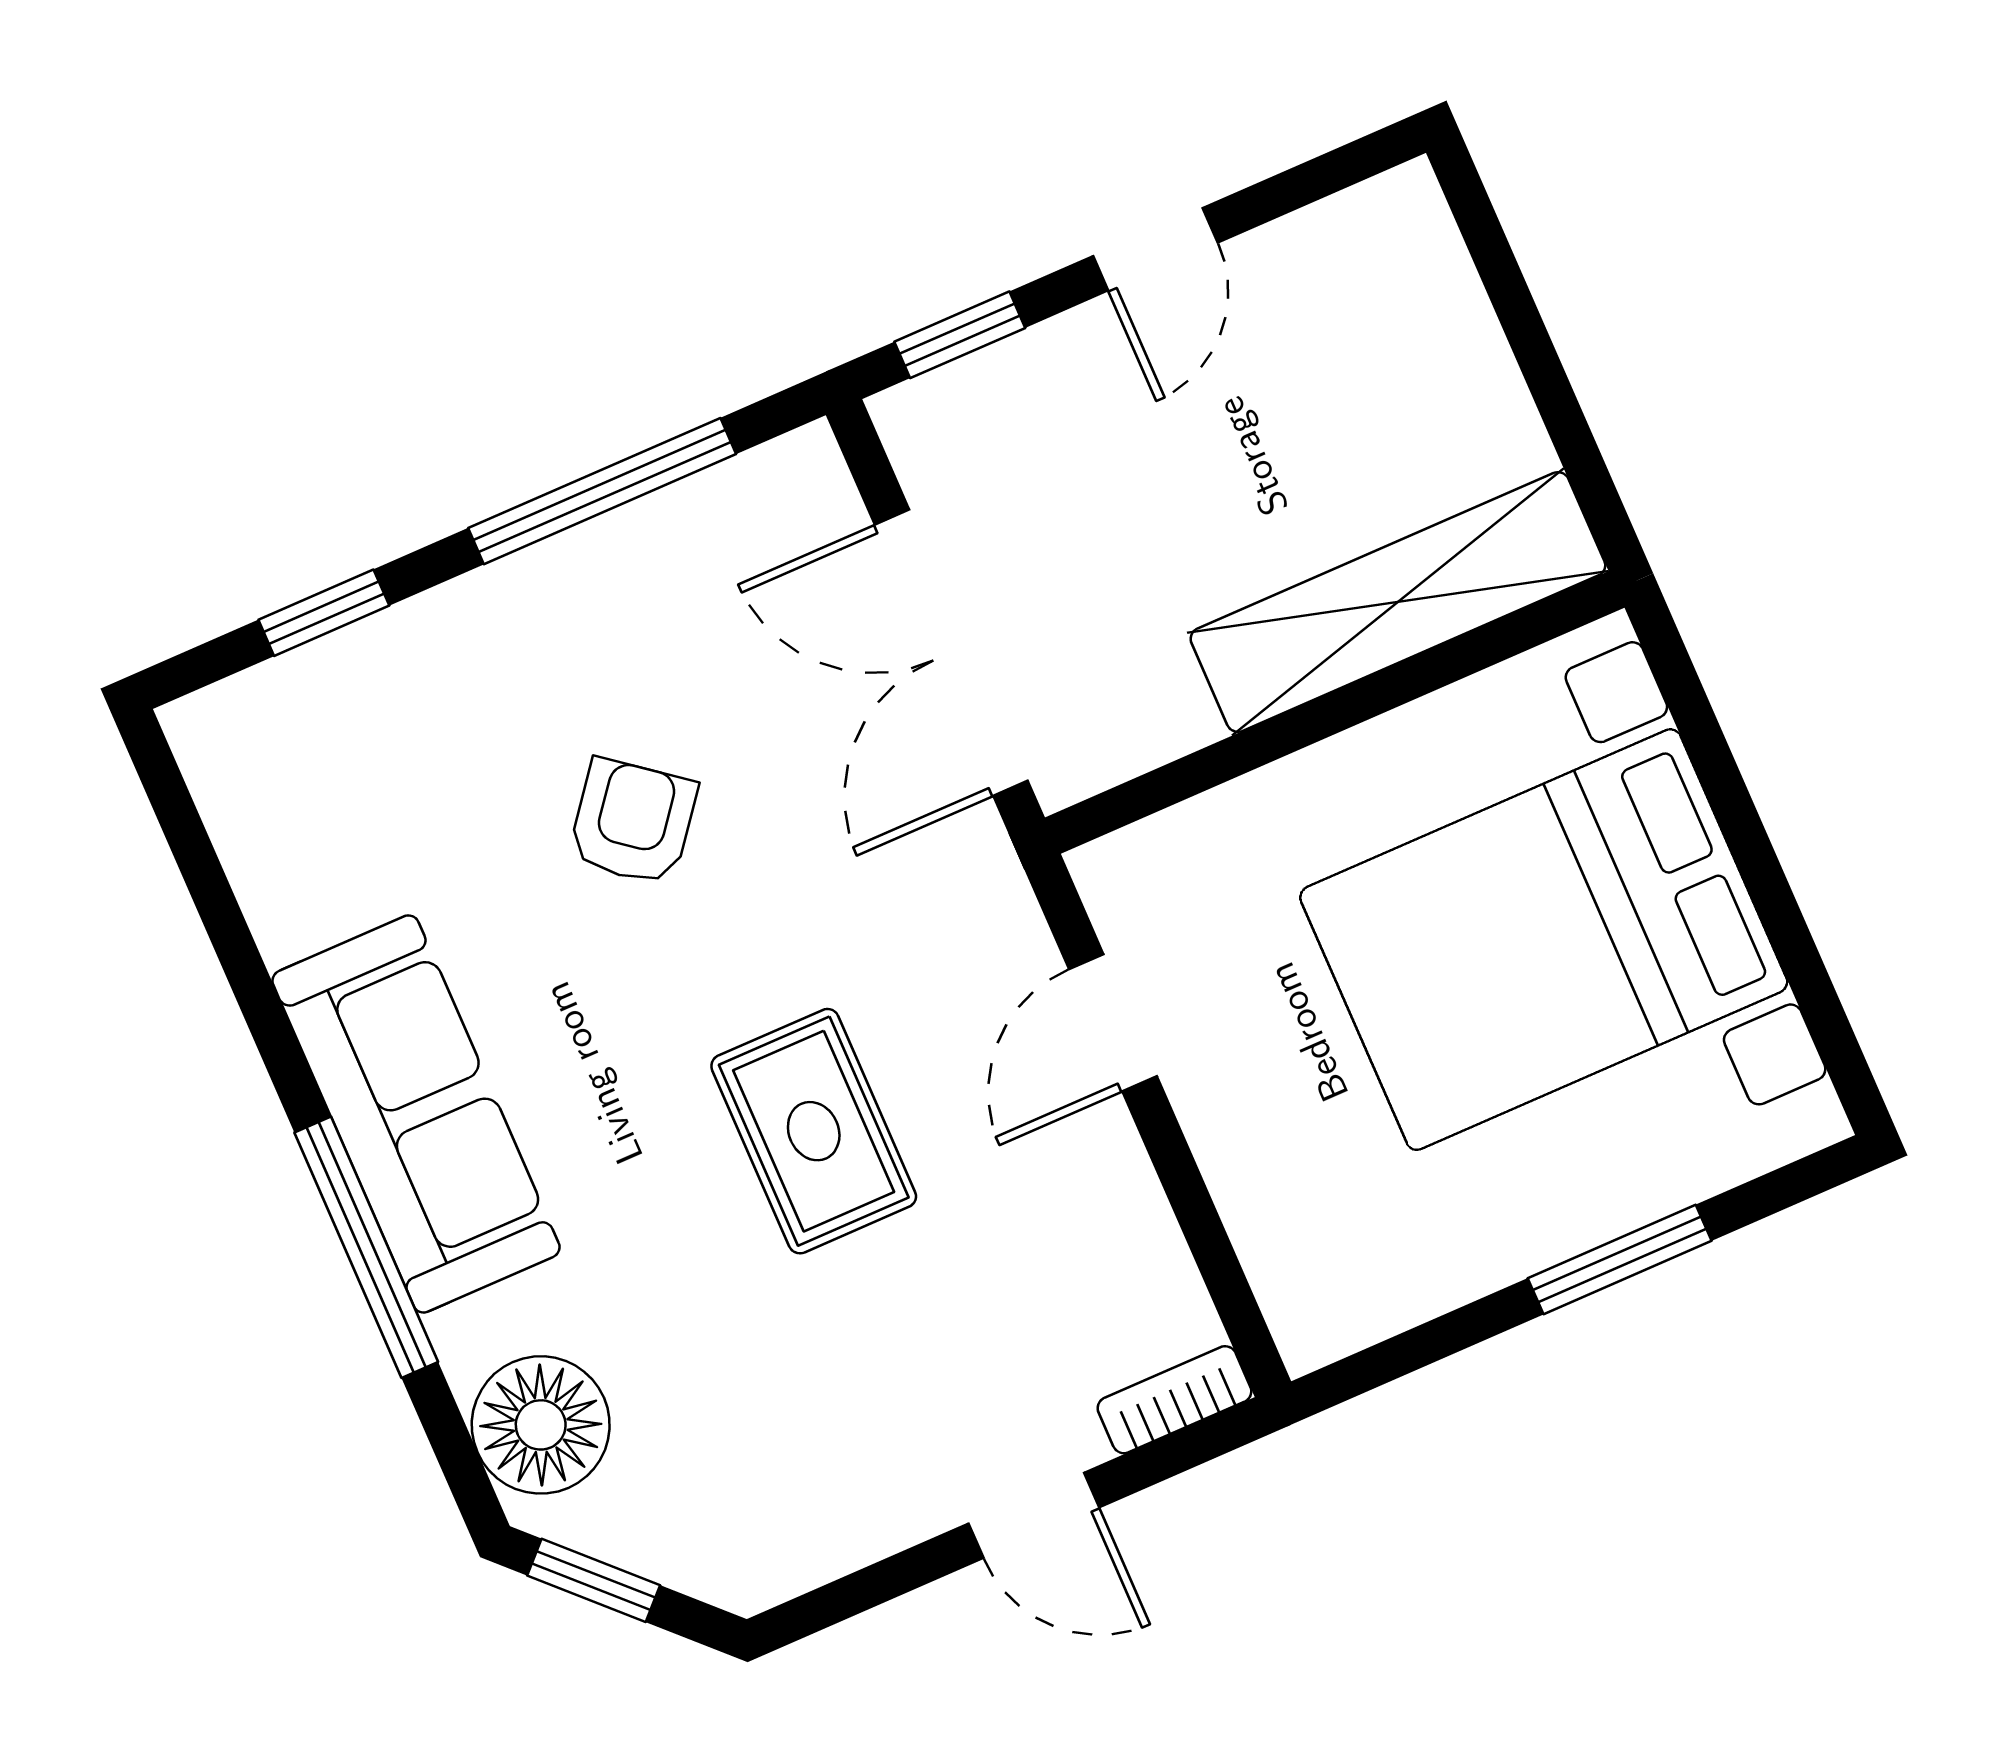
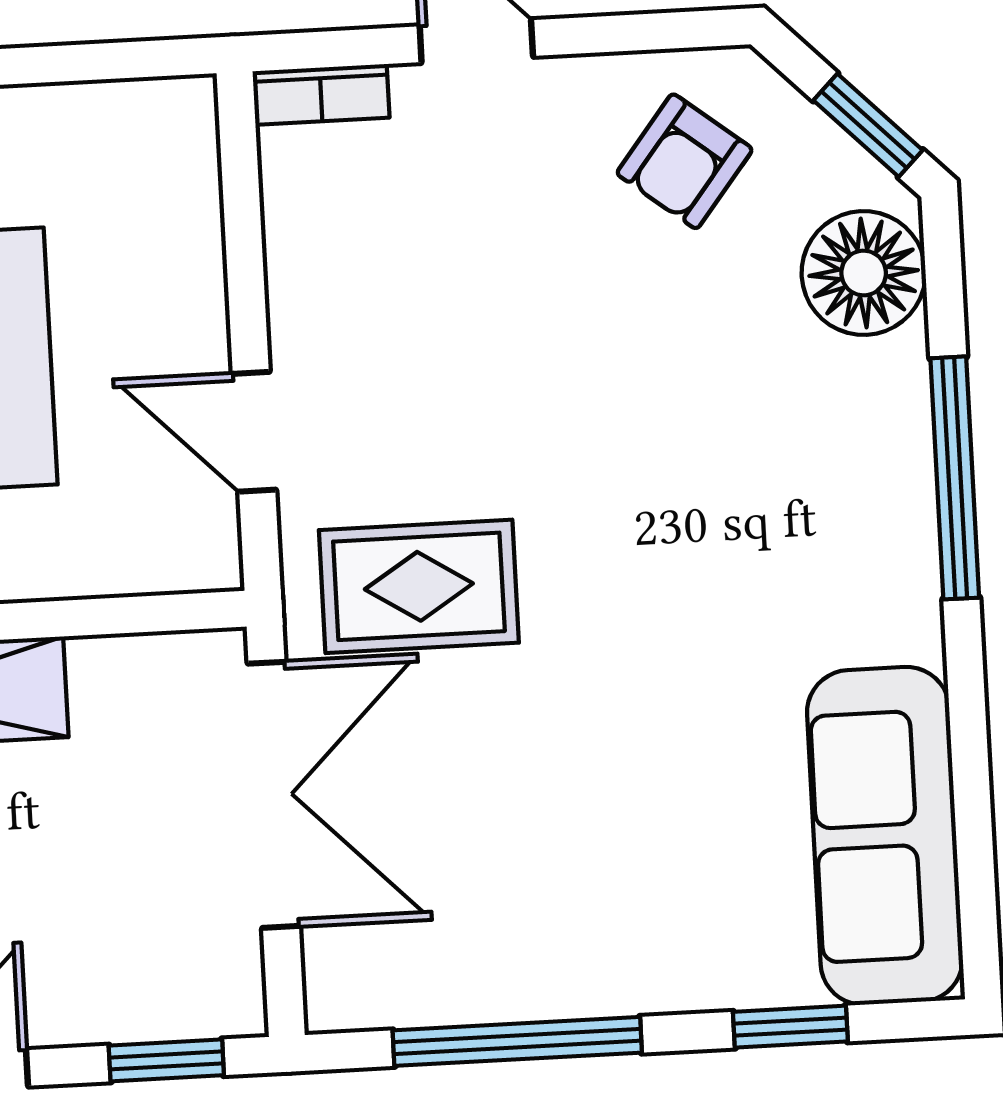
armchair: (633, 822) -> (685, 161), moved
door: (1113, 1023) -> (254, 432), swing flipped
sofa: (416, 1114) -> (885, 836), moved
rug: (814, 1131) -> (419, 586), moved, turned 90

